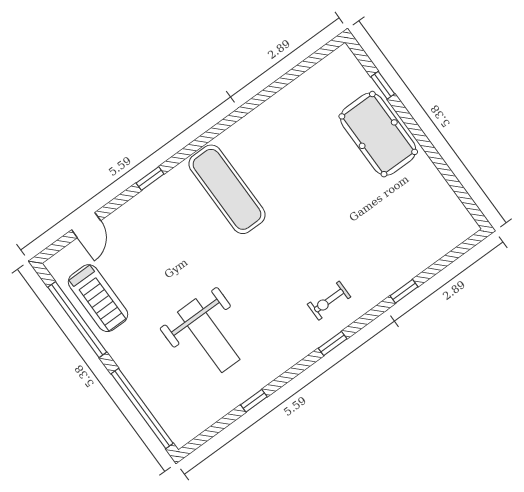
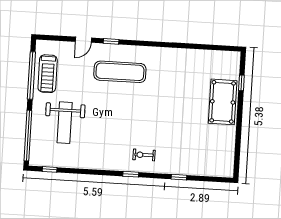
exercise mat: (227, 189) -> (120, 72), moved, turned 90
door: (86, 225) -> (83, 40), moved
weight bench: (209, 336) -> (65, 123), moved
window: (254, 401) -> (50, 169), moved

